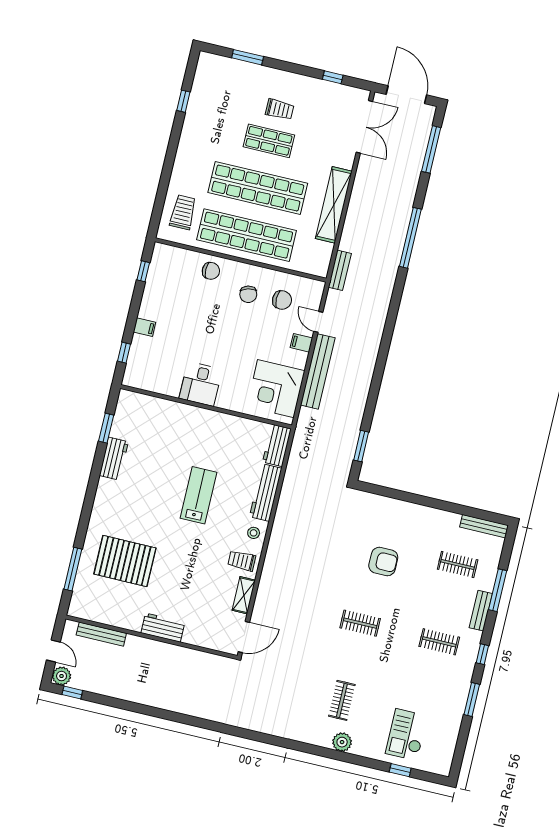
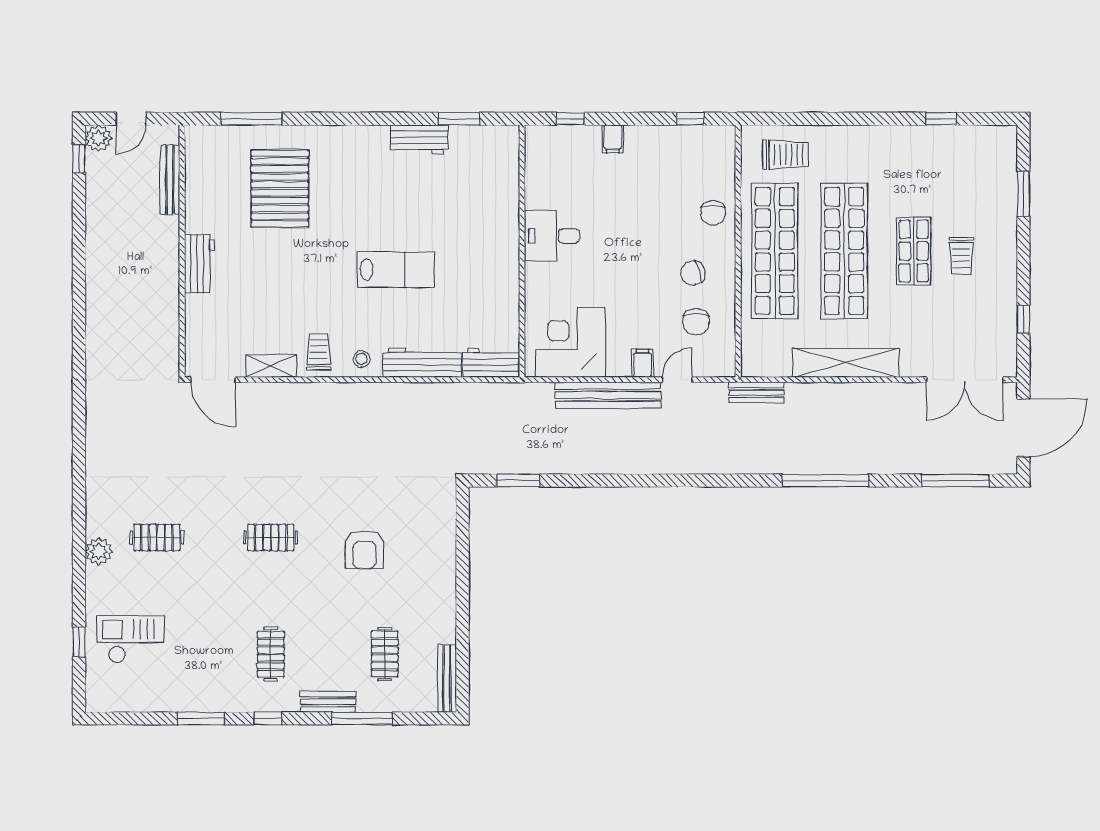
clothes rail: (360, 623) -> (271, 538), turned 90

